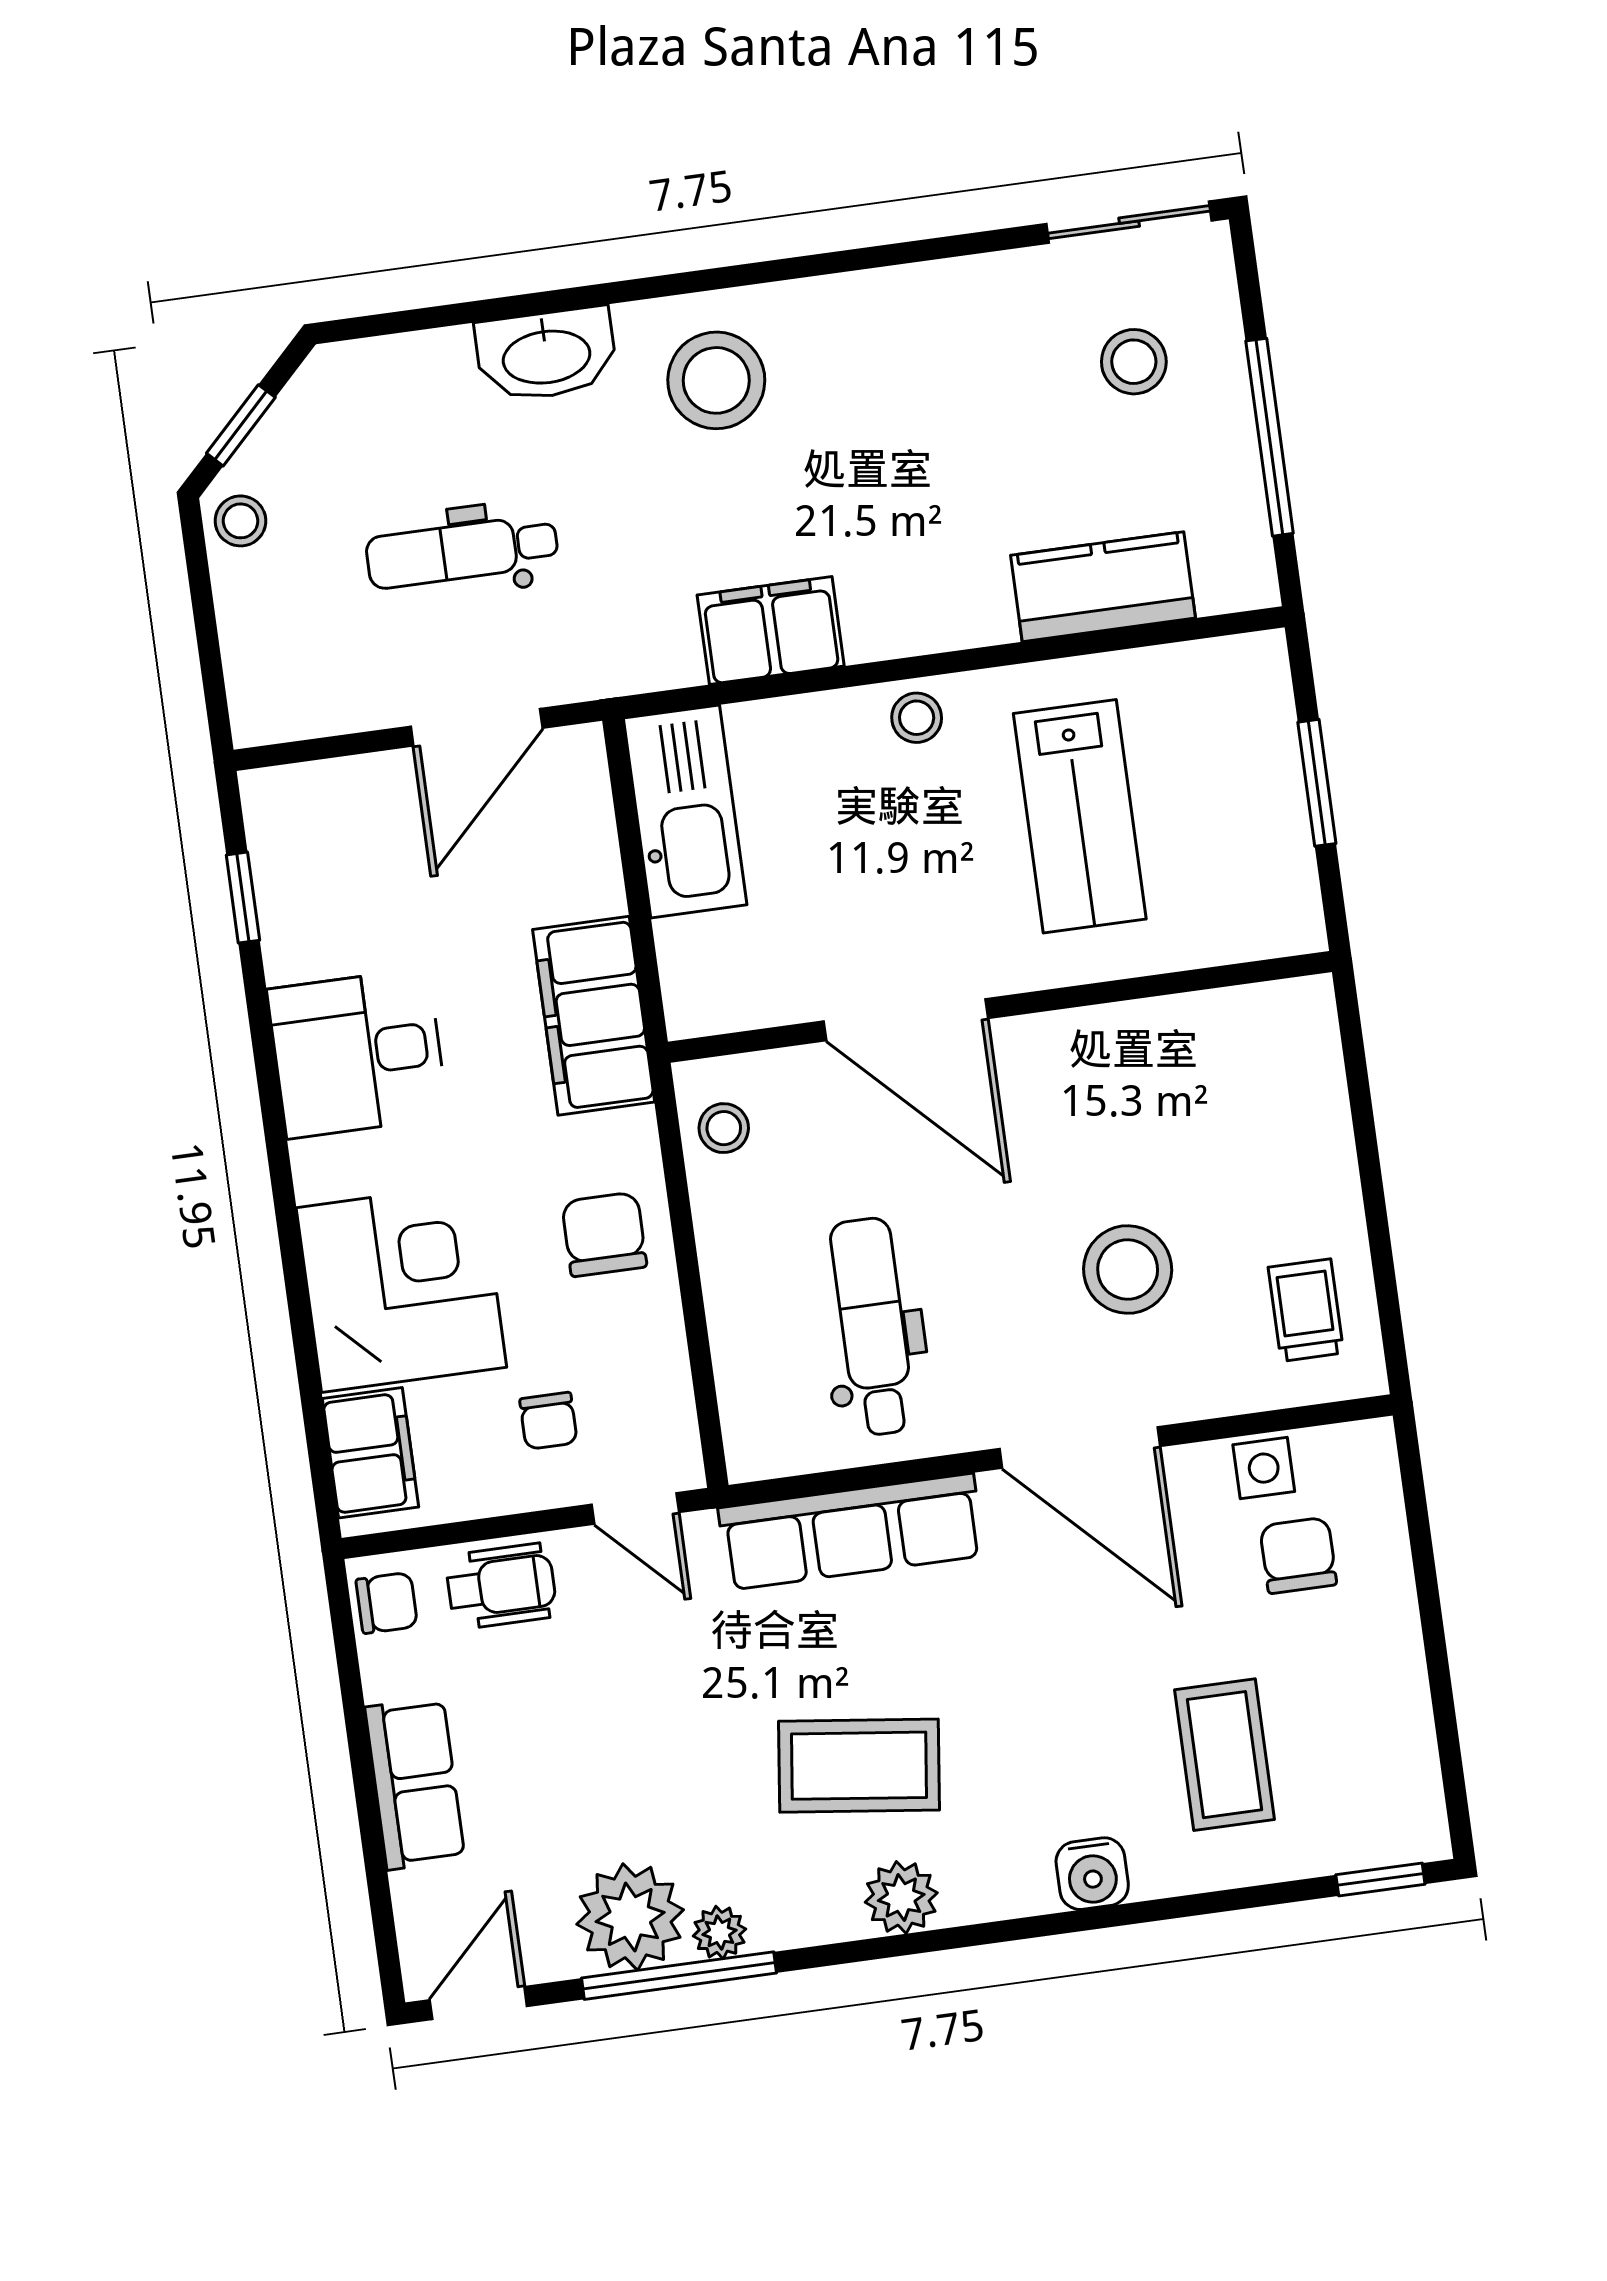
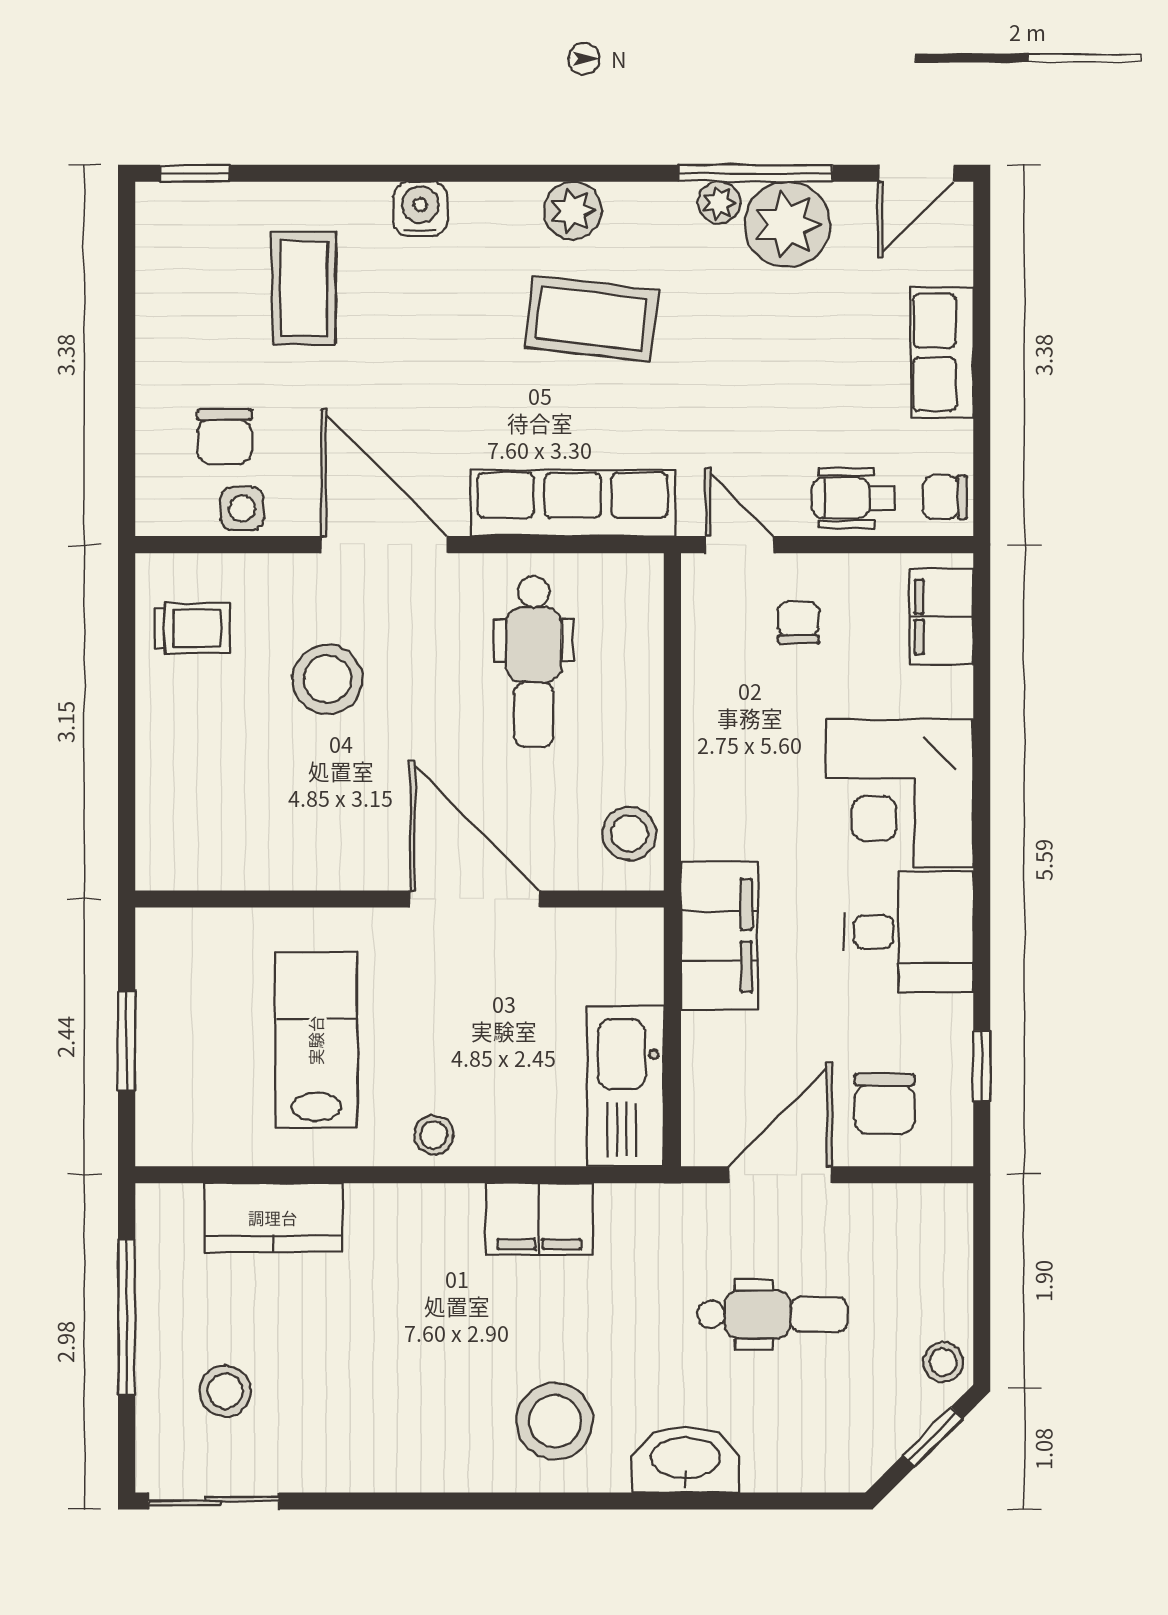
stool: (724, 1128) -> (629, 834), width x1.37, depth x1.37
chair: (604, 1234) -> (885, 1104), moved
corner desk: (401, 1287) -> (899, 793), moved
trolley: (1306, 1310) -> (192, 628), turned -90

